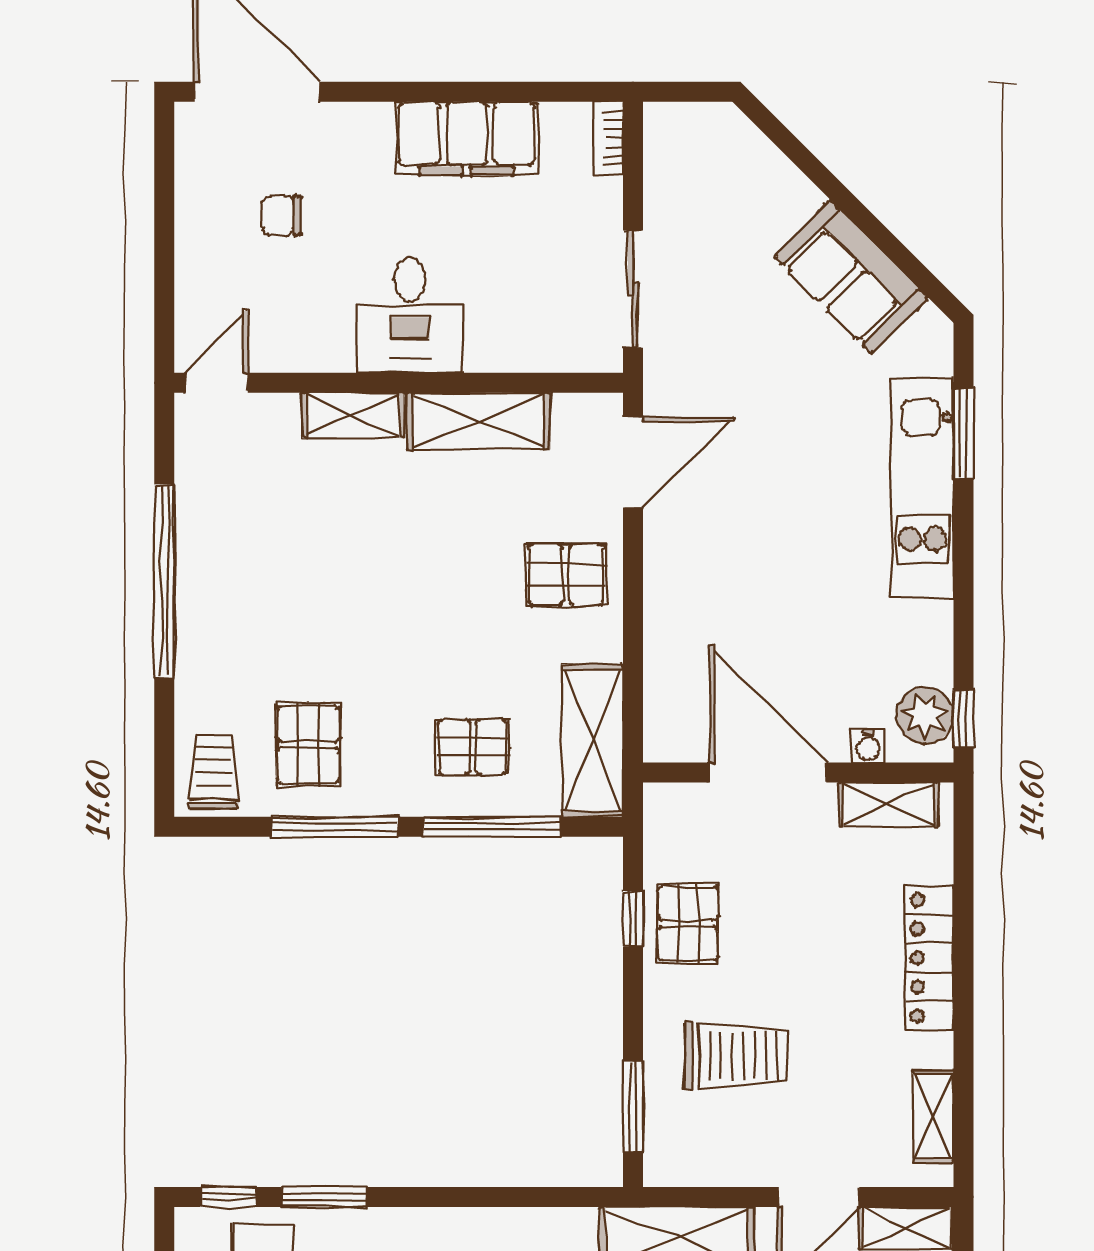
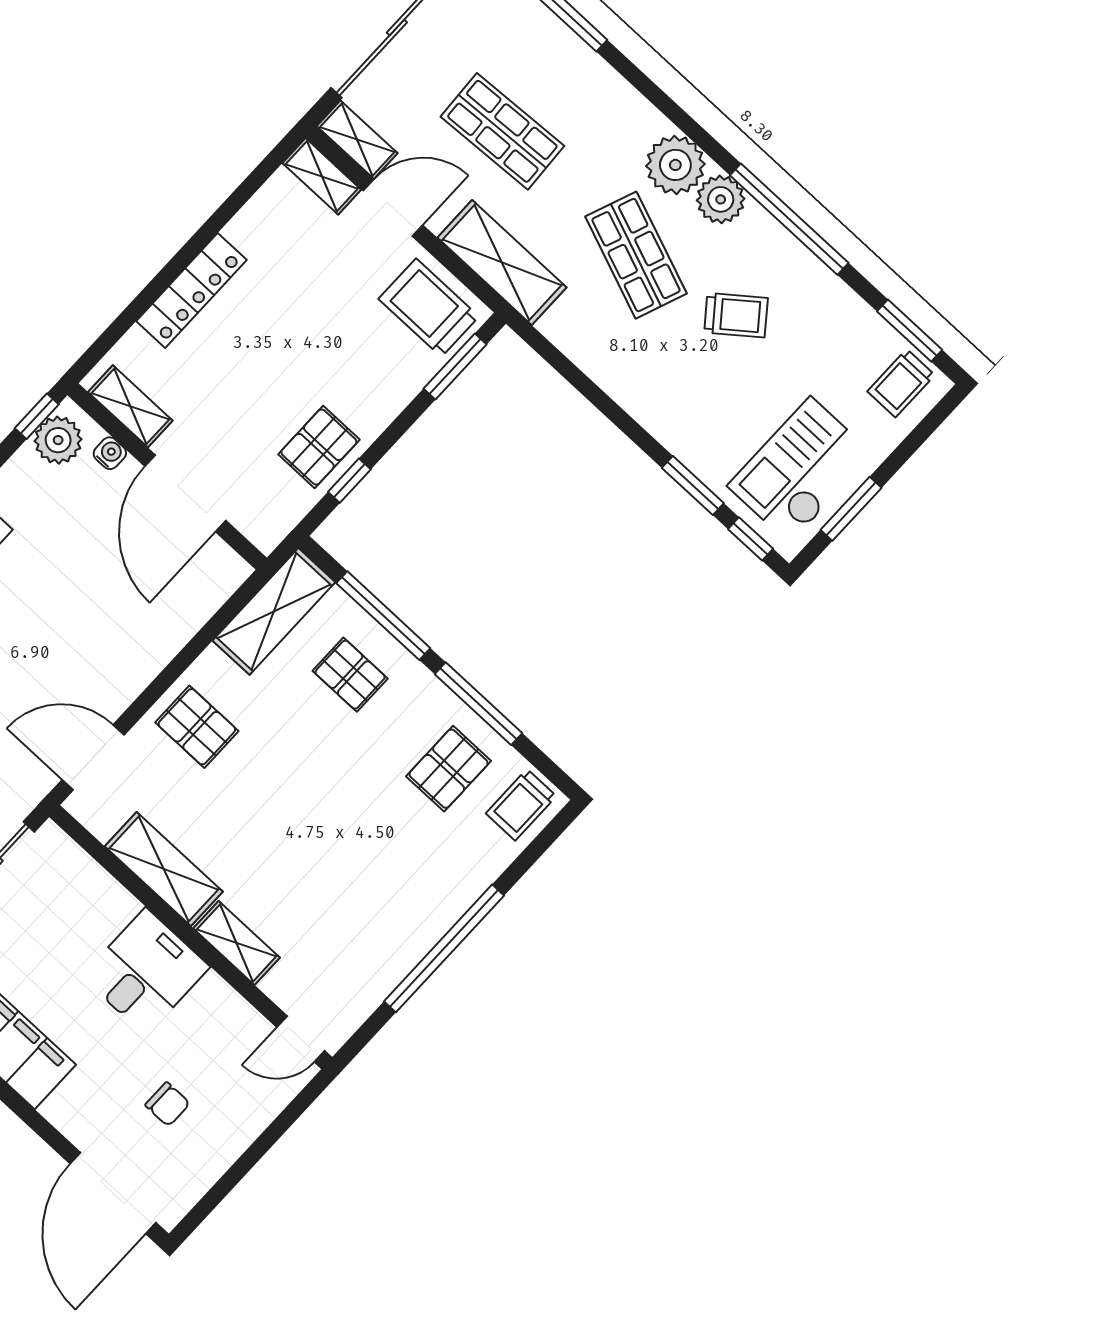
trolley: (736, 1056) -> (429, 308), moved
shelving: (933, 1116) -> (322, 176), moved, turned 90

